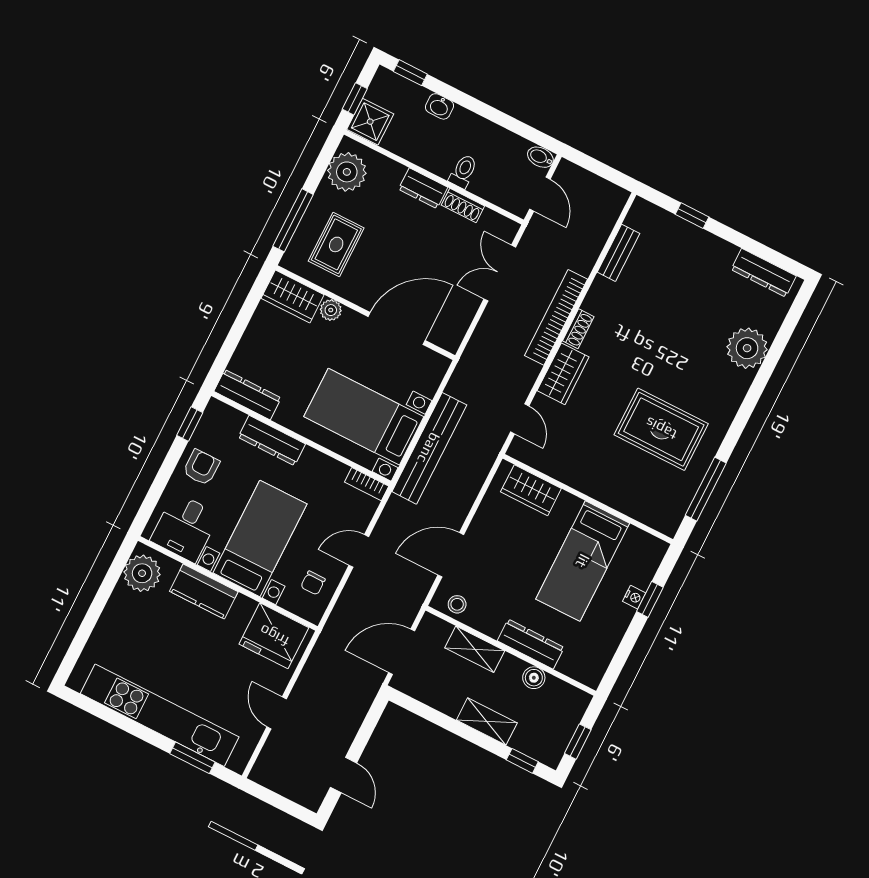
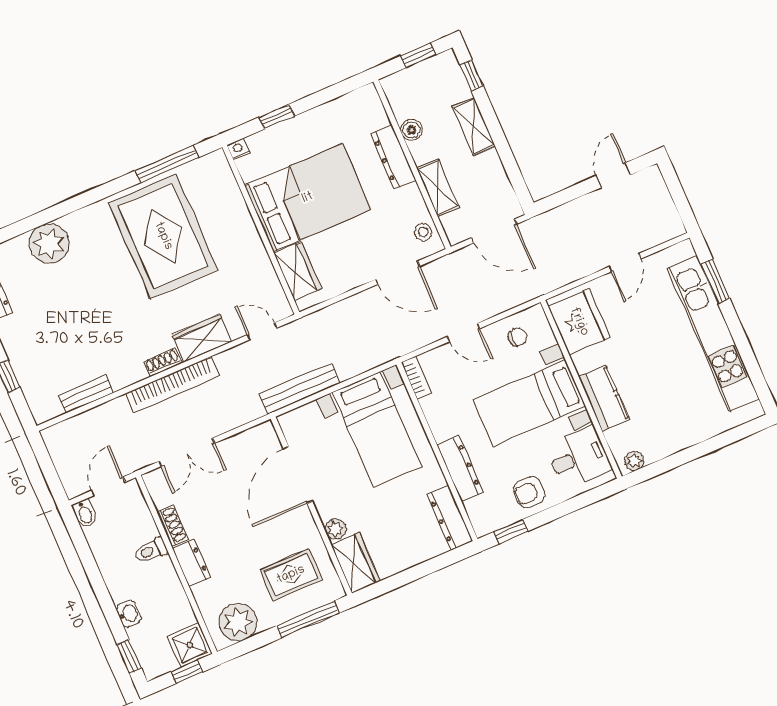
door: (397, 329) -> (298, 475), hinge flipped
door: (520, 419) -> (262, 331), hinge flipped
rug: (661, 429) -> (163, 236), width x1.37, depth x1.44
bench: (429, 448) -> (300, 389), moved, width x0.73, depth x0.82
bed: (583, 561) -> (308, 198), width x1.50
plant: (142, 573) -> (634, 461), width x0.53, depth x0.53
nightstand: (634, 597) -> (238, 149), moved

